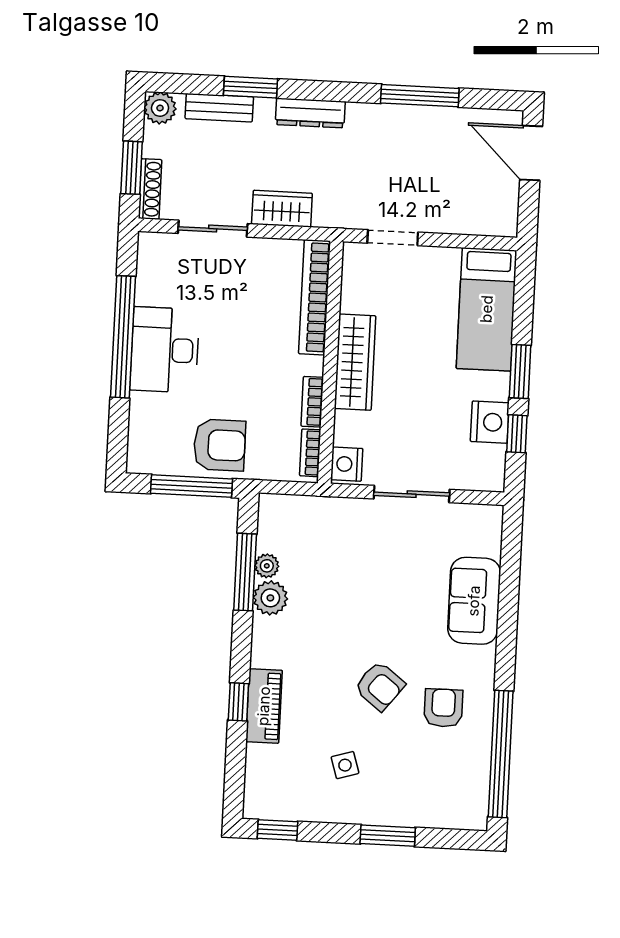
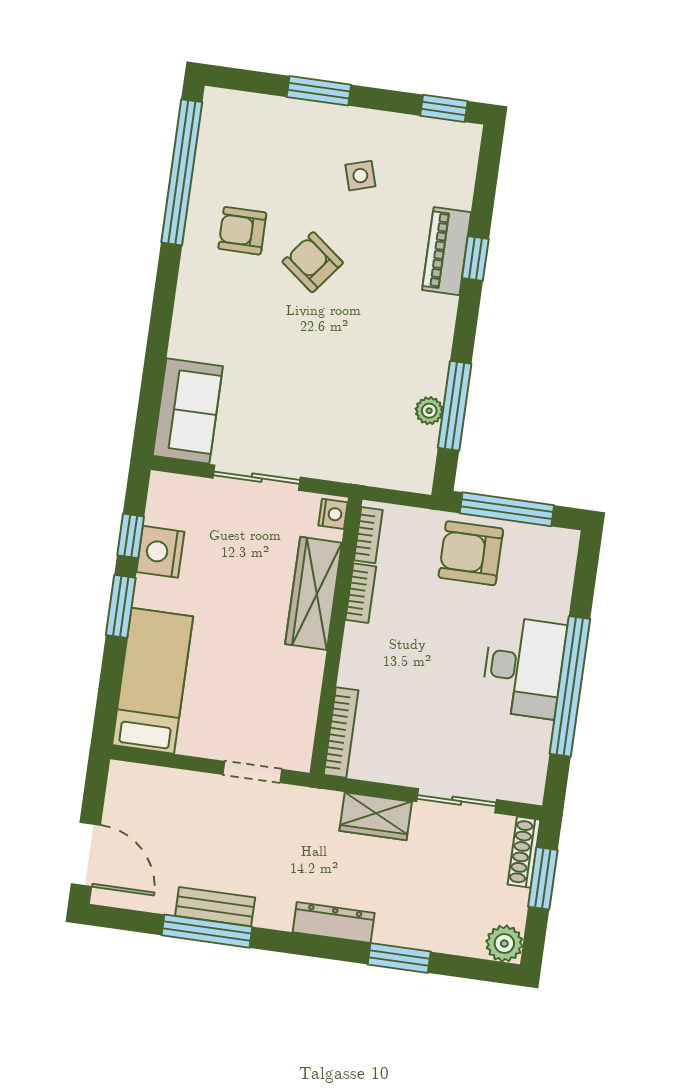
bench: (219, 108) -> (215, 907), moved
bookcase: (314, 297) -> (341, 733), width x0.68, depth x0.76
wardrobe: (355, 362) -> (314, 593), moved
nightstand: (347, 464) -> (333, 514), width x0.72, depth x0.74
plant: (270, 598) -> (428, 374), removed
sofa: (474, 601) -> (188, 411), moved
armchair: (443, 708) -> (242, 231), turned 90

